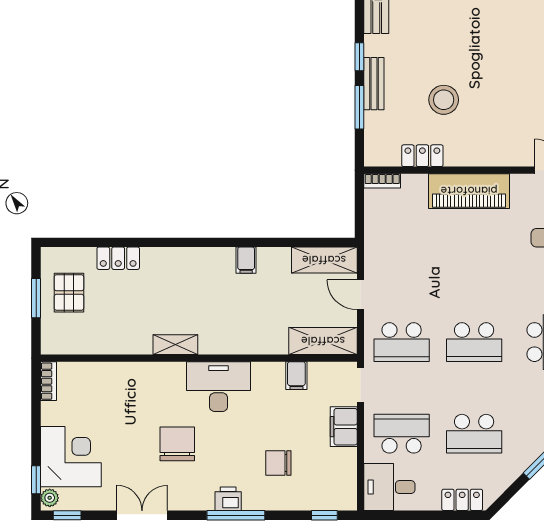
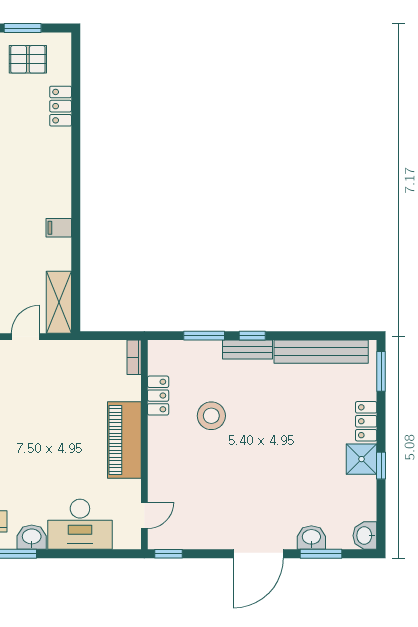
bench: (374, 84) -> (247, 350), moved

